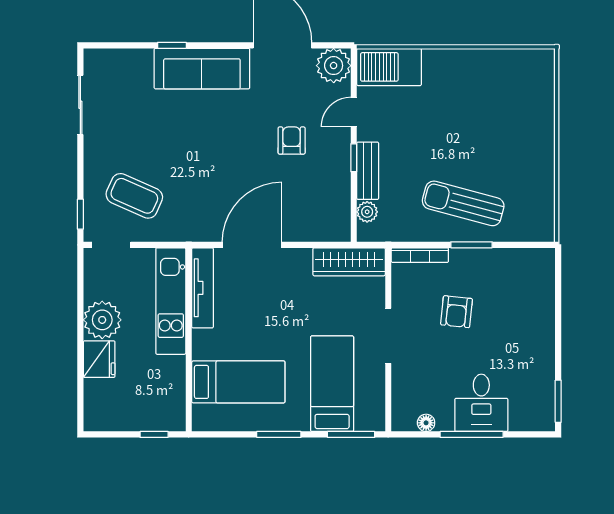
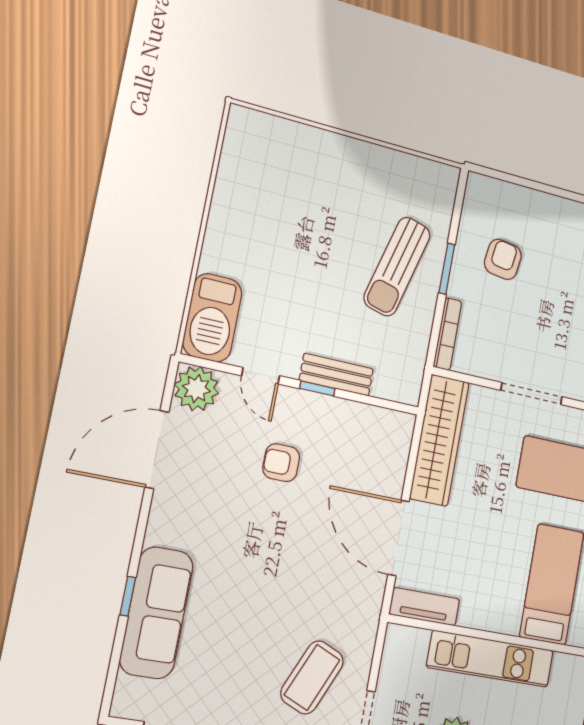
sofa: (202, 69) -> (157, 613), moved
plant: (367, 212) -> (385, 387), removed
wardrobe: (349, 262) -> (439, 440), width x1.40, depth x1.17
tv unit: (203, 288) -> (424, 607), width x0.71
kitchen unit: (171, 301) -> (491, 659), moved
armchair: (457, 312) -> (503, 259), moved, turned -88

